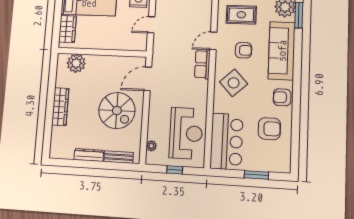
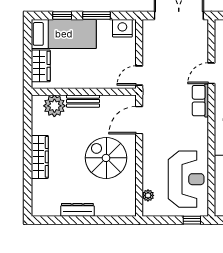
door: (151, 25) -> (139, 75), moved
spiral stairs: (117, 111) -> (106, 158), turned 180
bench: (119, 157) -> (83, 101), moved
window: (175, 170) -> (192, 220), moved

